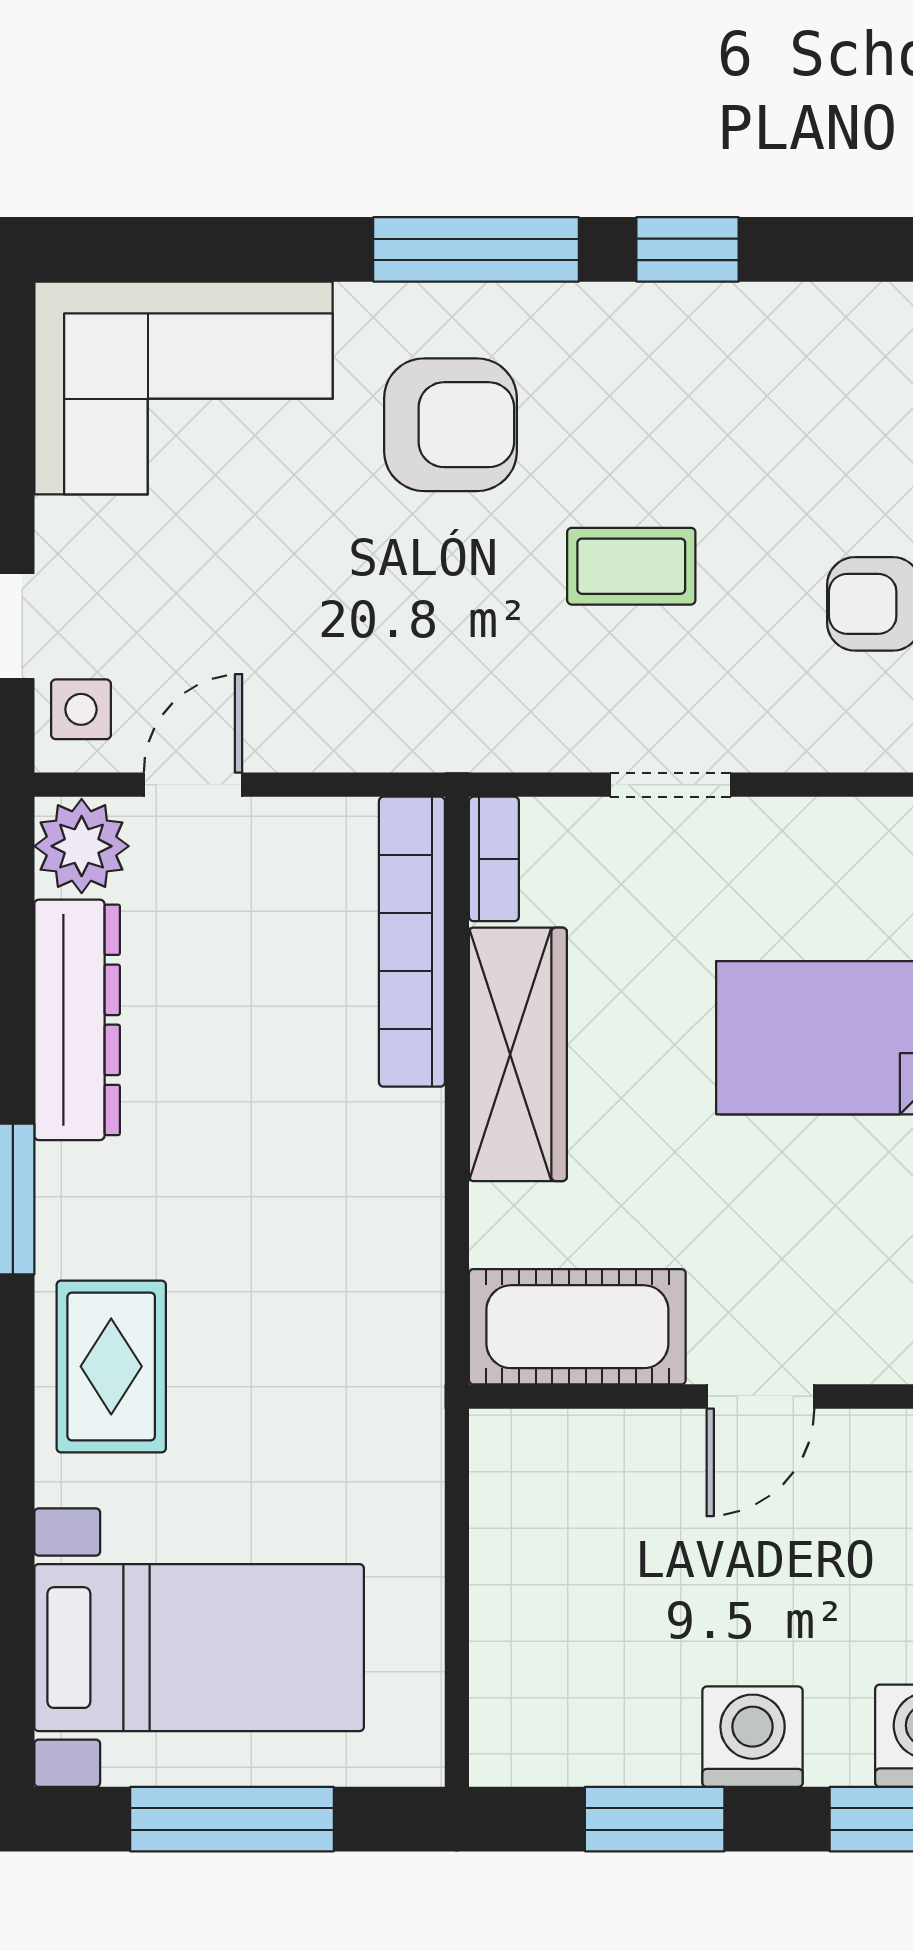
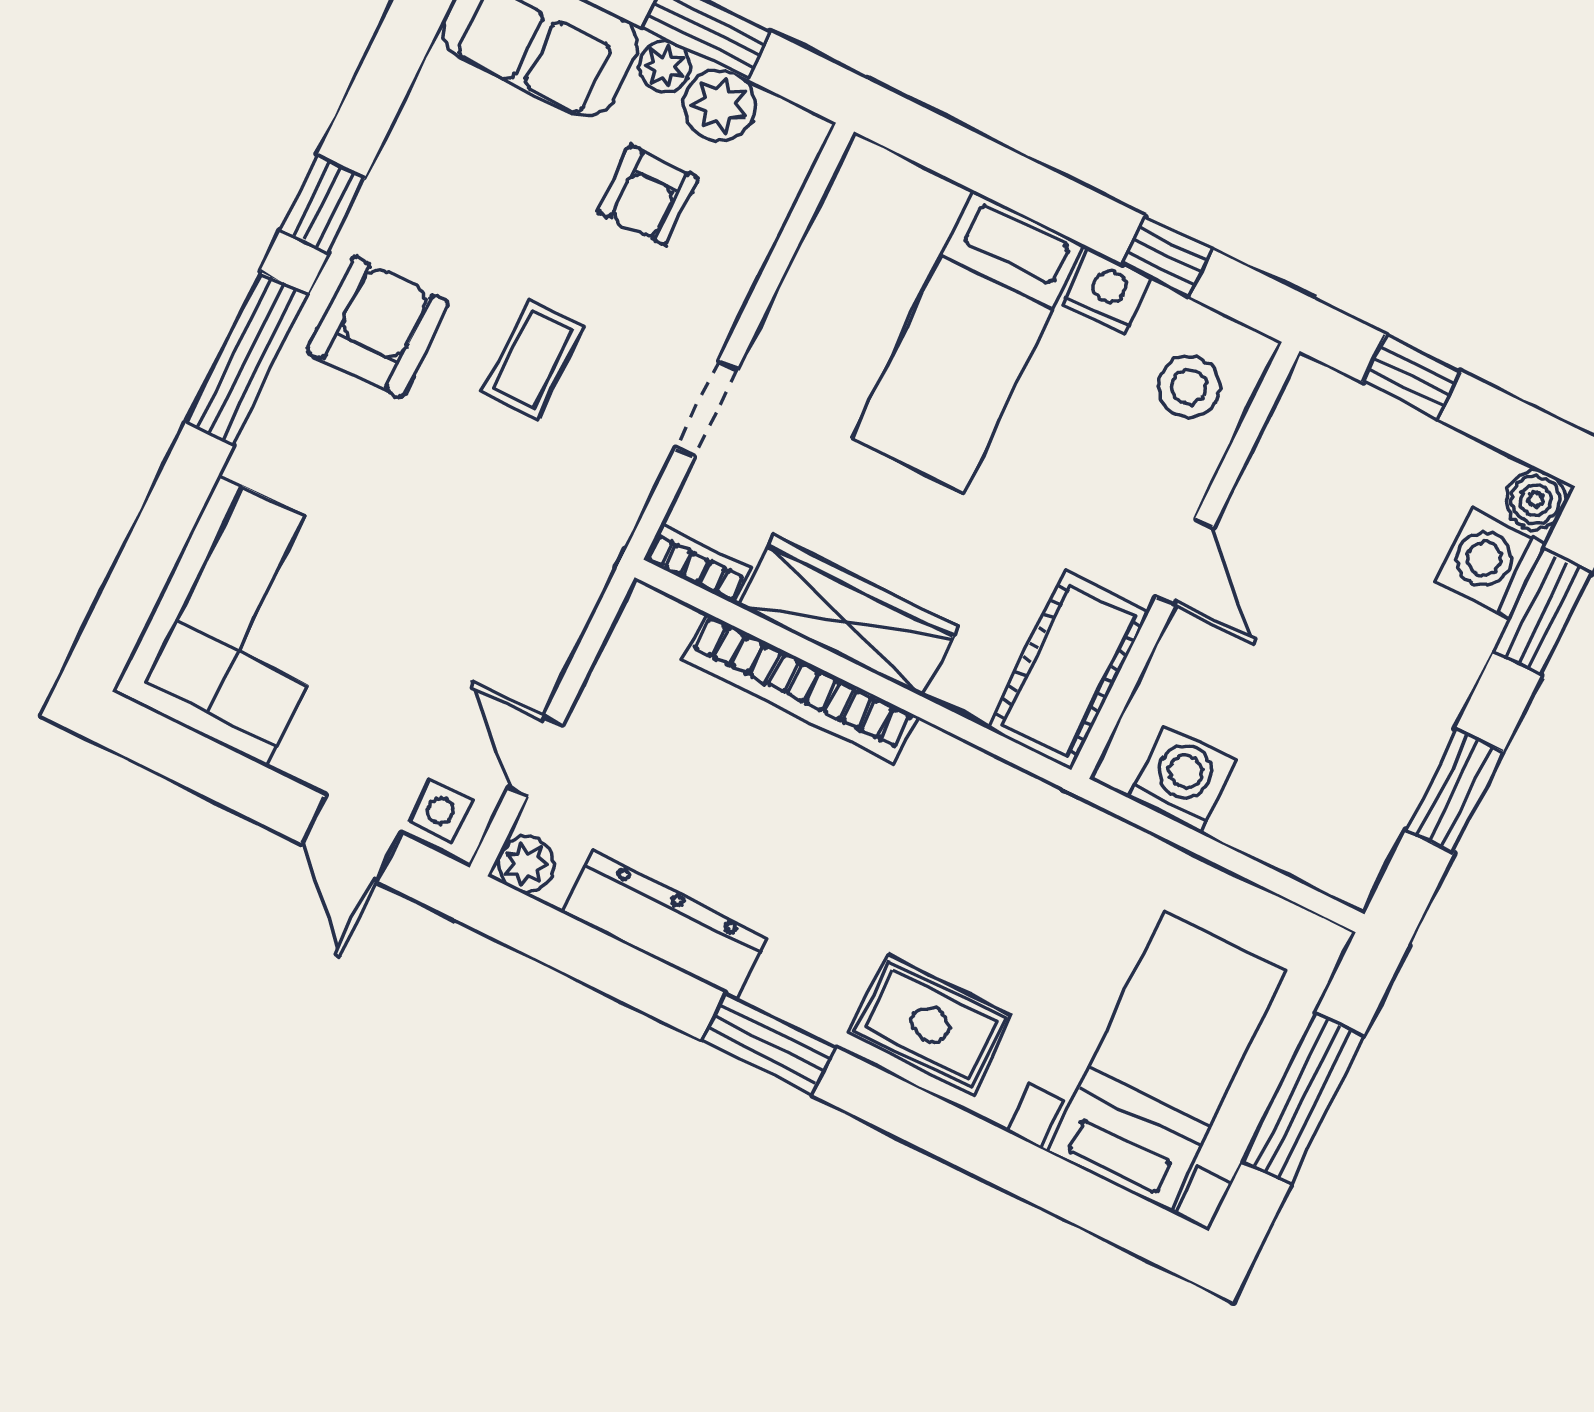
armchair: (450, 425) -> (378, 327), moved
plant: (82, 846) -> (526, 864), width x0.73, depth x0.73
bookcase: (412, 942) -> (800, 688), moved
washing machine: (753, 1737) -> (1182, 779), moved, turned 90

